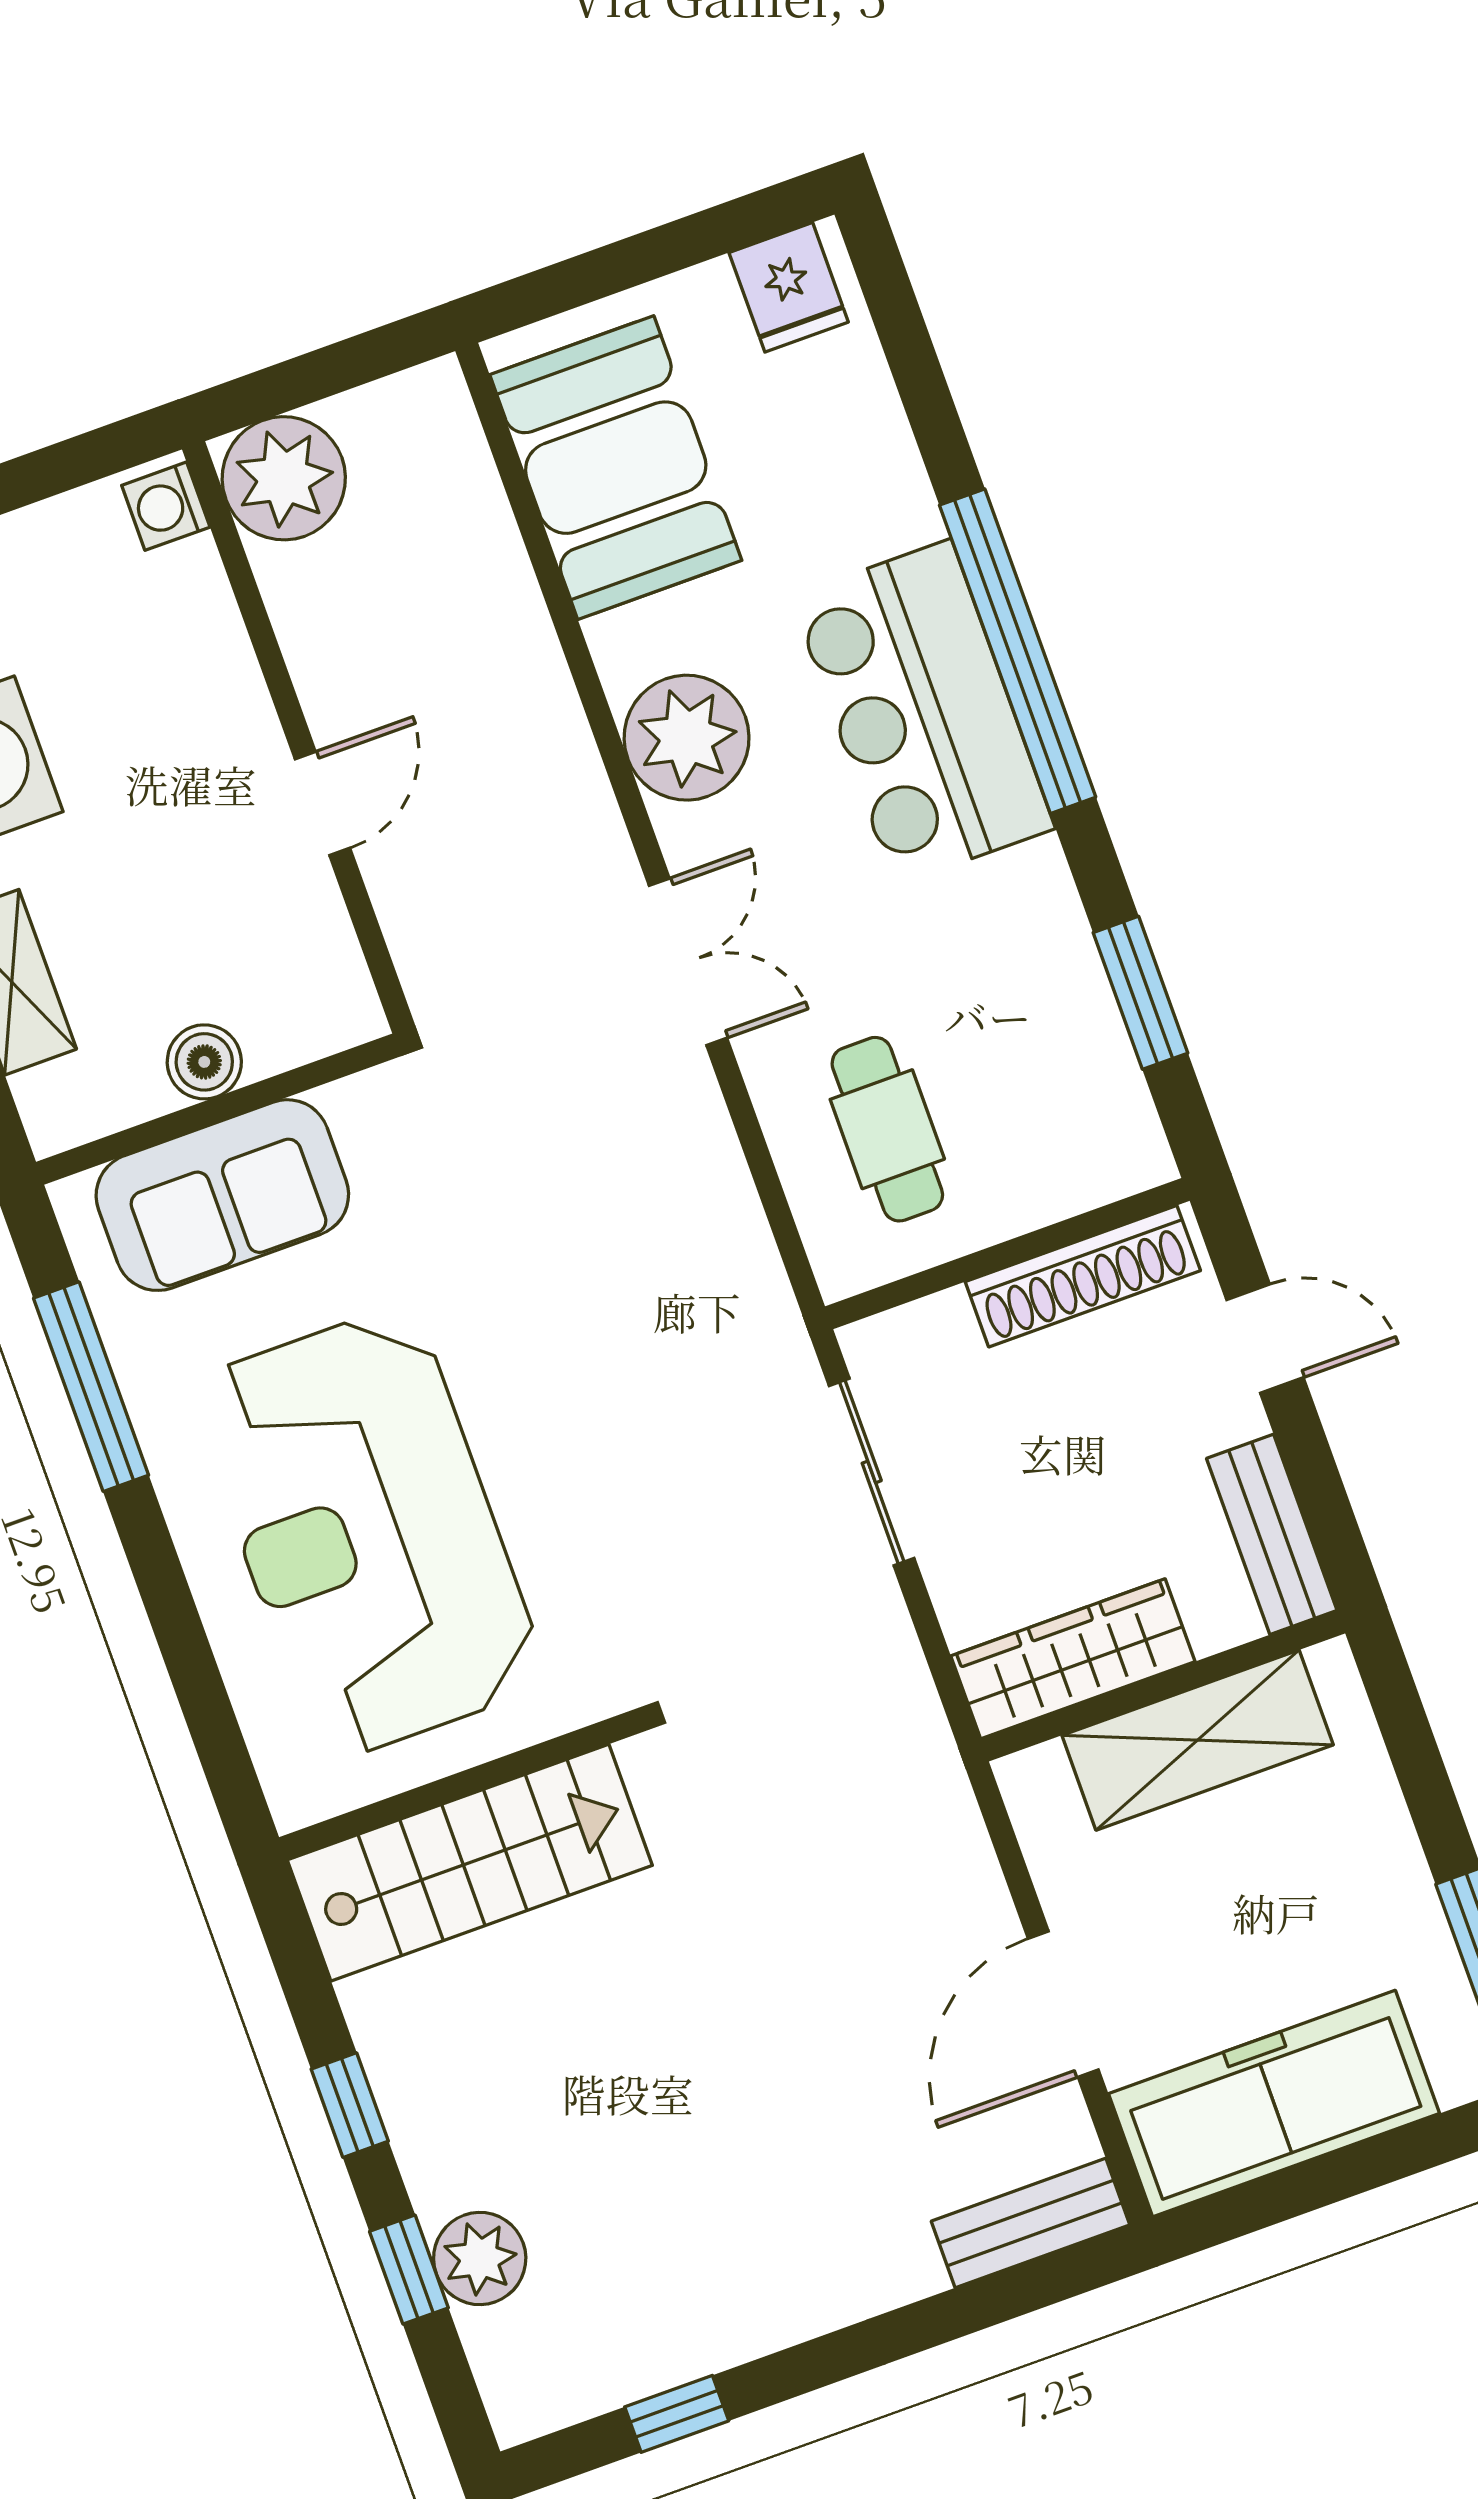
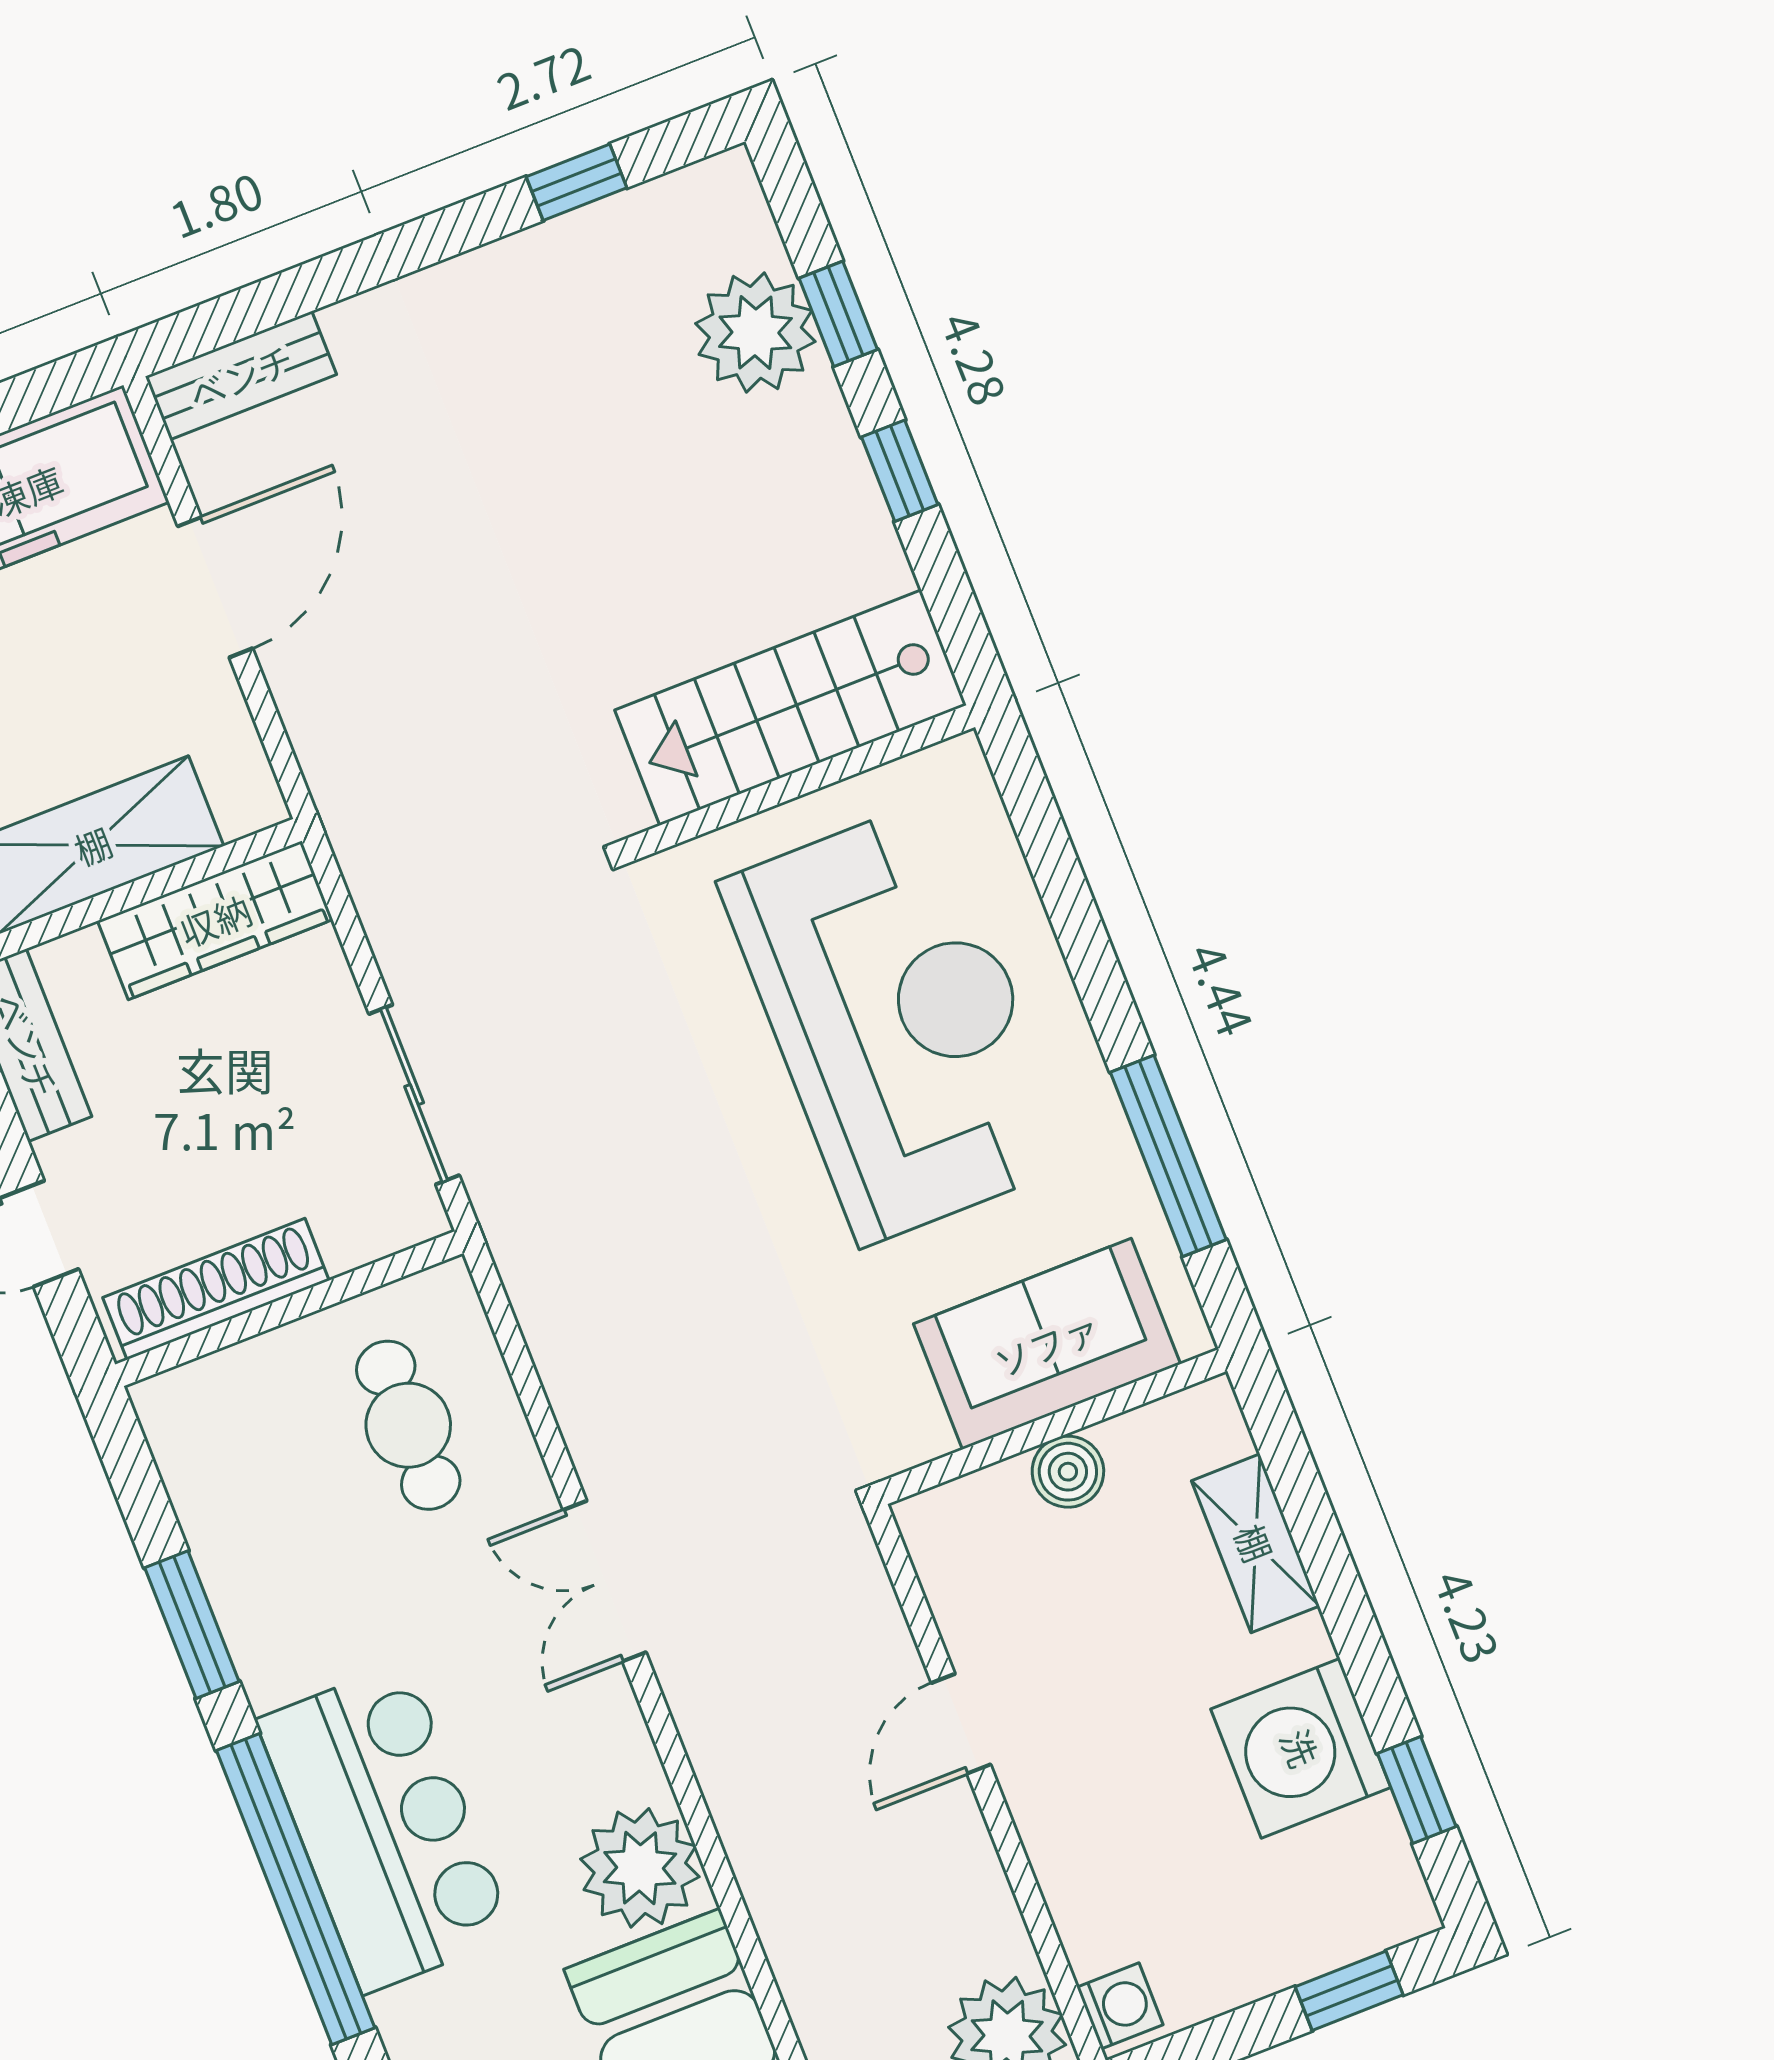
plant: (687, 738) -> (640, 1868), moved
window: (1141, 993) -> (192, 1625), moved
plant: (480, 2258) -> (755, 332), width x1.36, depth x1.36

